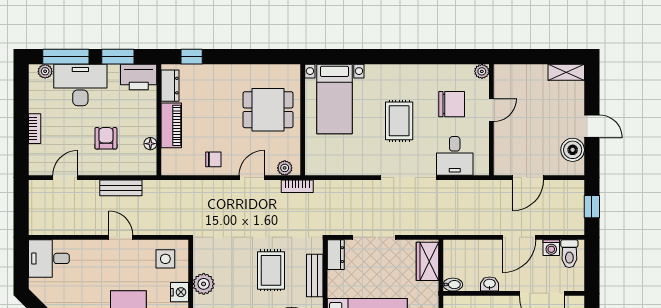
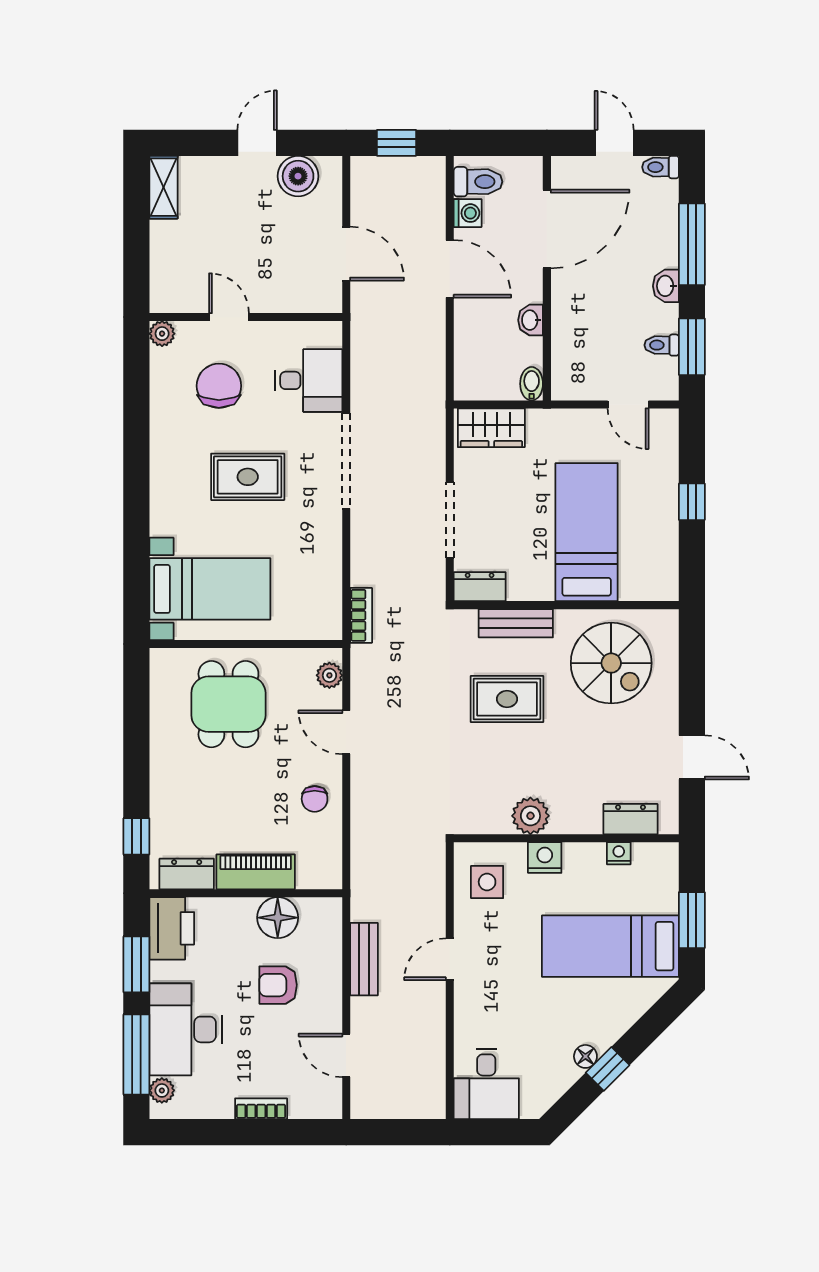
floor lamp: (150, 144) -> (278, 918), width x1.89, depth x1.89
chair: (213, 159) -> (315, 799), turned 180
bookcase: (297, 186) -> (361, 615), moved

